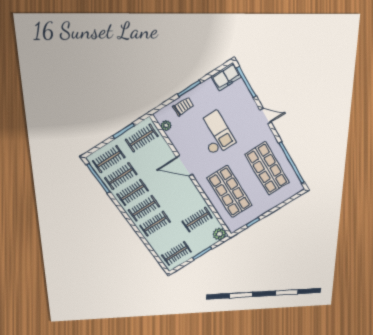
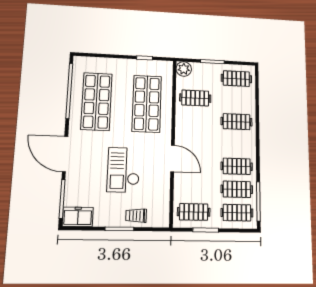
door: (265, 116) -> (65, 154), width x1.88
plant: (166, 126) -> (164, 208), removed
clothes rail: (144, 208) -> (237, 144), removed

